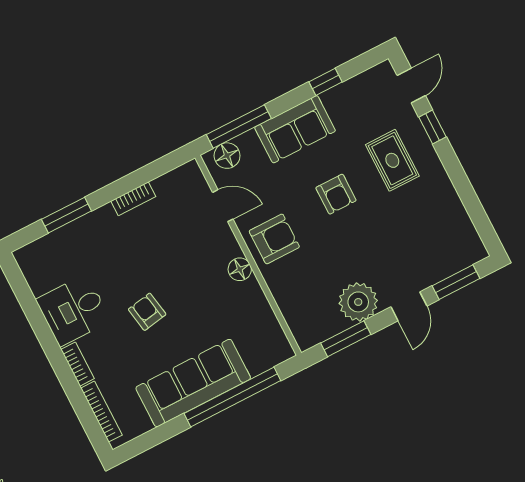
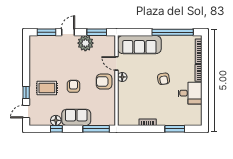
floor lamp: (227, 156) -> (56, 120), moved
rug: (392, 160) -> (47, 88), turned 90
door: (223, 206) -> (117, 63), moved
sofa: (193, 383) -> (139, 45), moved
window: (232, 397) -> (173, 32), moved

